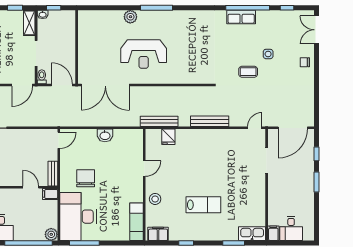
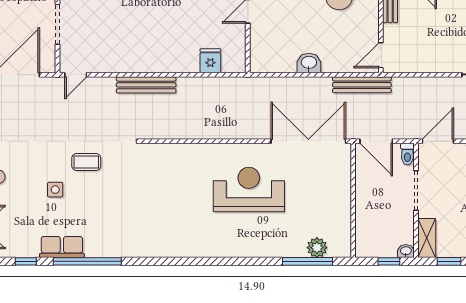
window: (156, 8) -> (308, 261), moved
plant: (130, 17) -> (317, 248), moved
row of seats: (241, 17) -> (62, 247), moved
bench: (159, 121) -> (362, 85), moved

